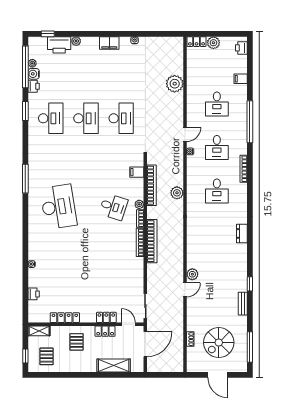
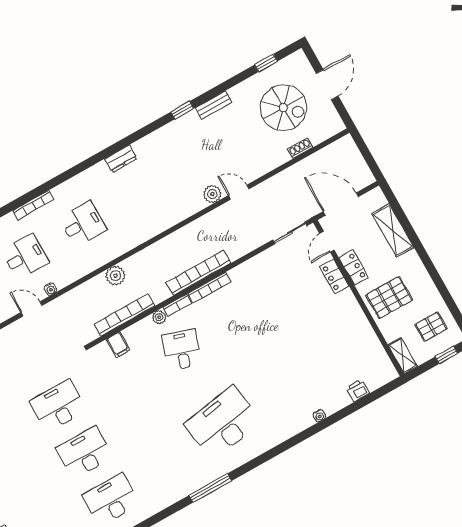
locker: (65, 318) -> (366, 331), removed
pallet: (77, 342) -> (389, 297), width x1.50, depth x1.42
window: (250, 347) -> (266, 63), width x0.46

